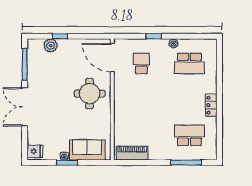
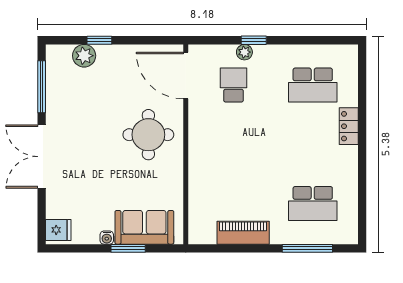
plant: (173, 43) -> (244, 52), moved
locker: (211, 105) -> (349, 126), moved
school desk: (189, 135) -> (313, 203), turned 180
piano: (132, 153) -> (243, 233), moved
window: (67, 163) -> (128, 248), moved

